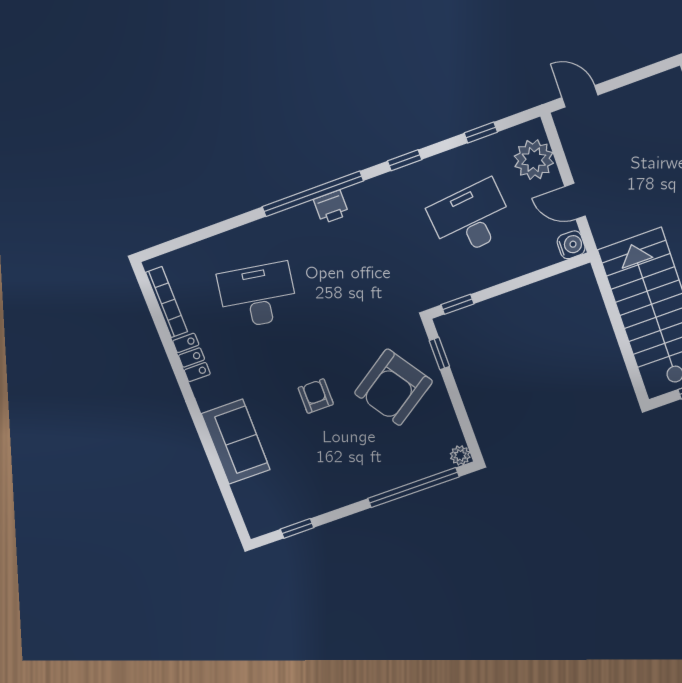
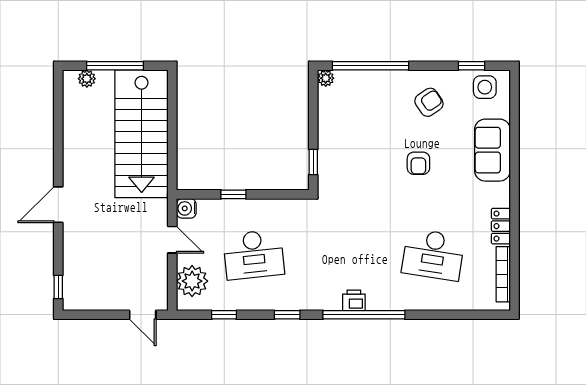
window: (457, 304) -> (233, 194), moved
armchair: (393, 387) -> (429, 102), moved, width x0.53, depth x0.53
side table: (272, 510) -> (485, 87), added

